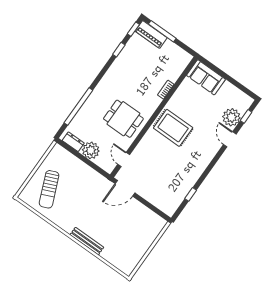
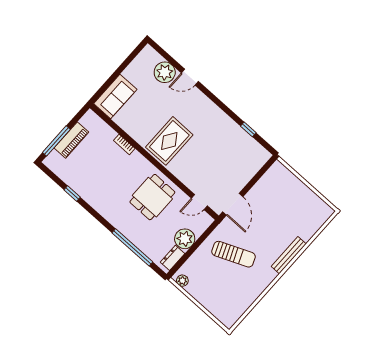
window: (133, 29) -> (50, 174), removed
piano: (151, 34) -> (71, 140), moved
window: (246, 116) -> (166, 55), removed
plant: (55, 152) -> (182, 281), added
sun lounger: (49, 189) -> (234, 254), moved

